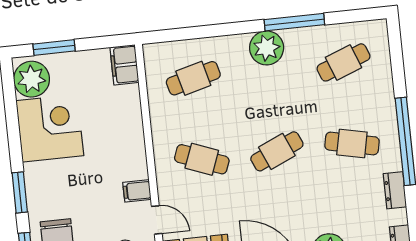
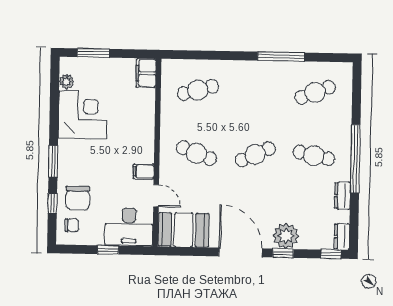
plant: (267, 48) -> (257, 74), removed
plant: (32, 79) -> (67, 82), width x0.53, depth x0.53

